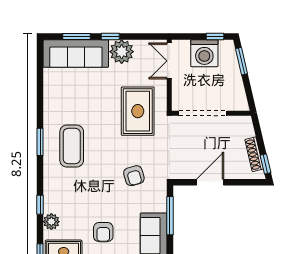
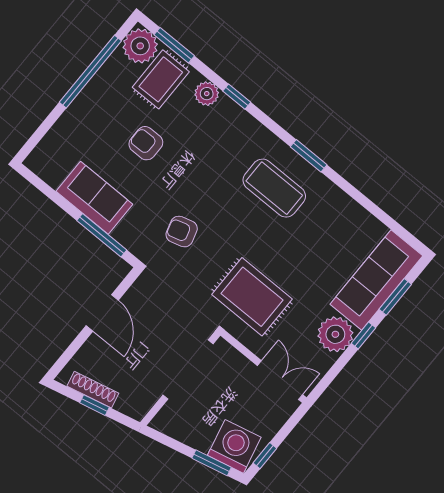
washing machine: (204, 53) -> (234, 446), moved, turned 77
window: (266, 164) -> (94, 405), moved

